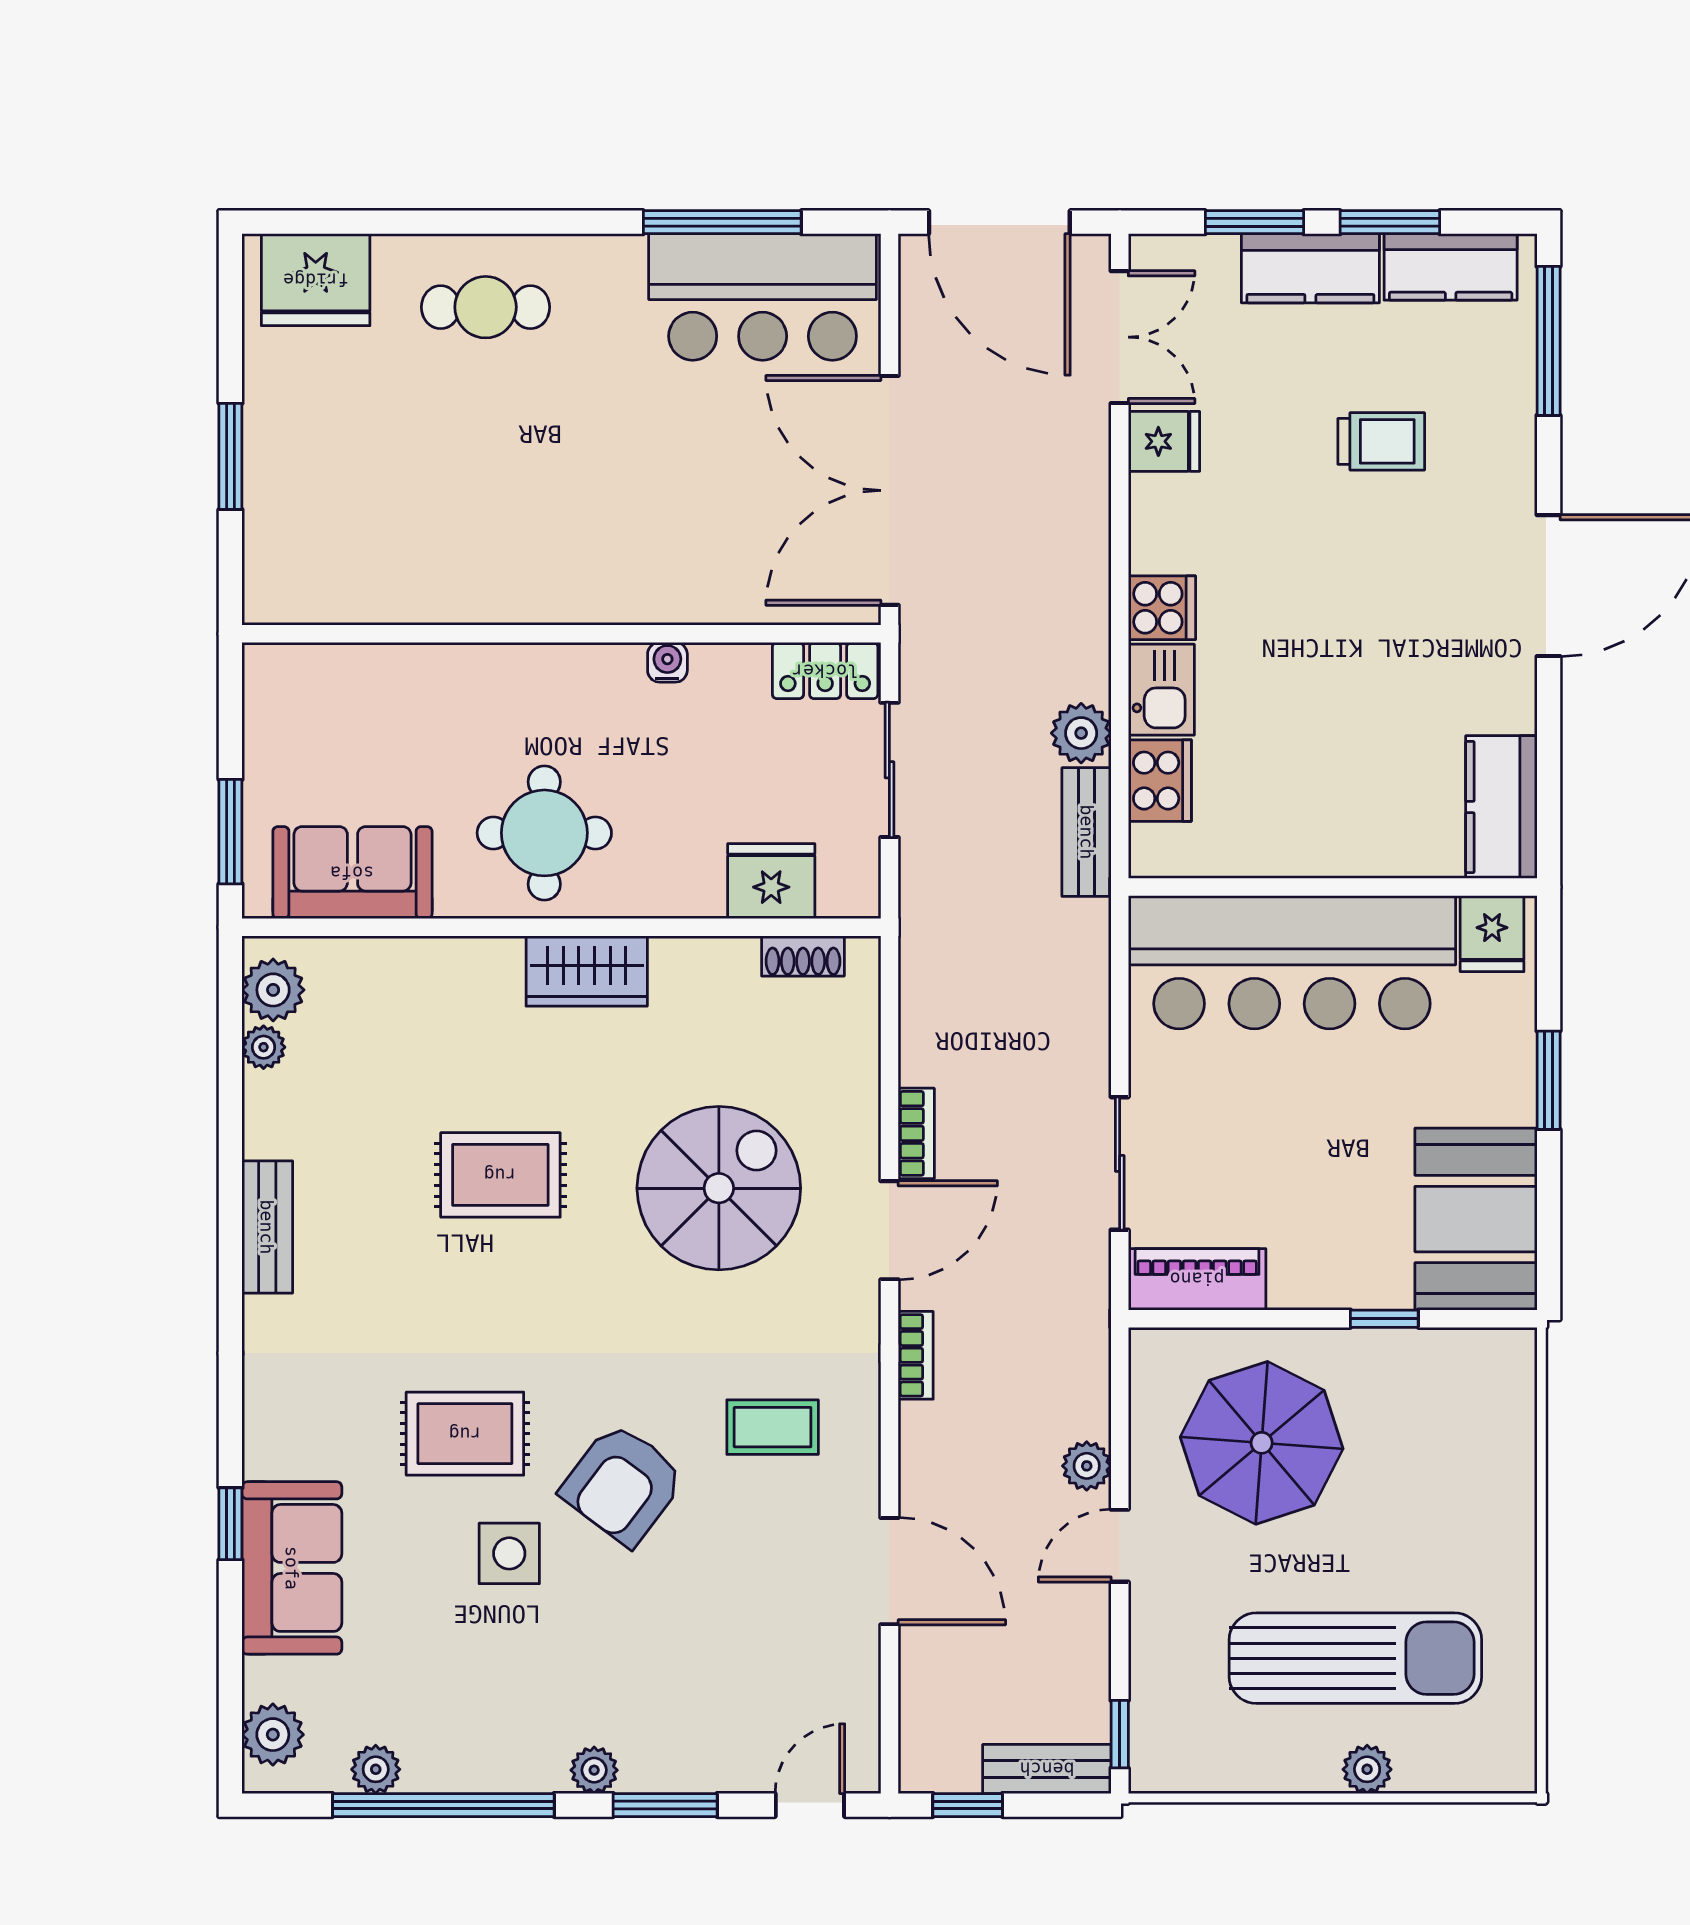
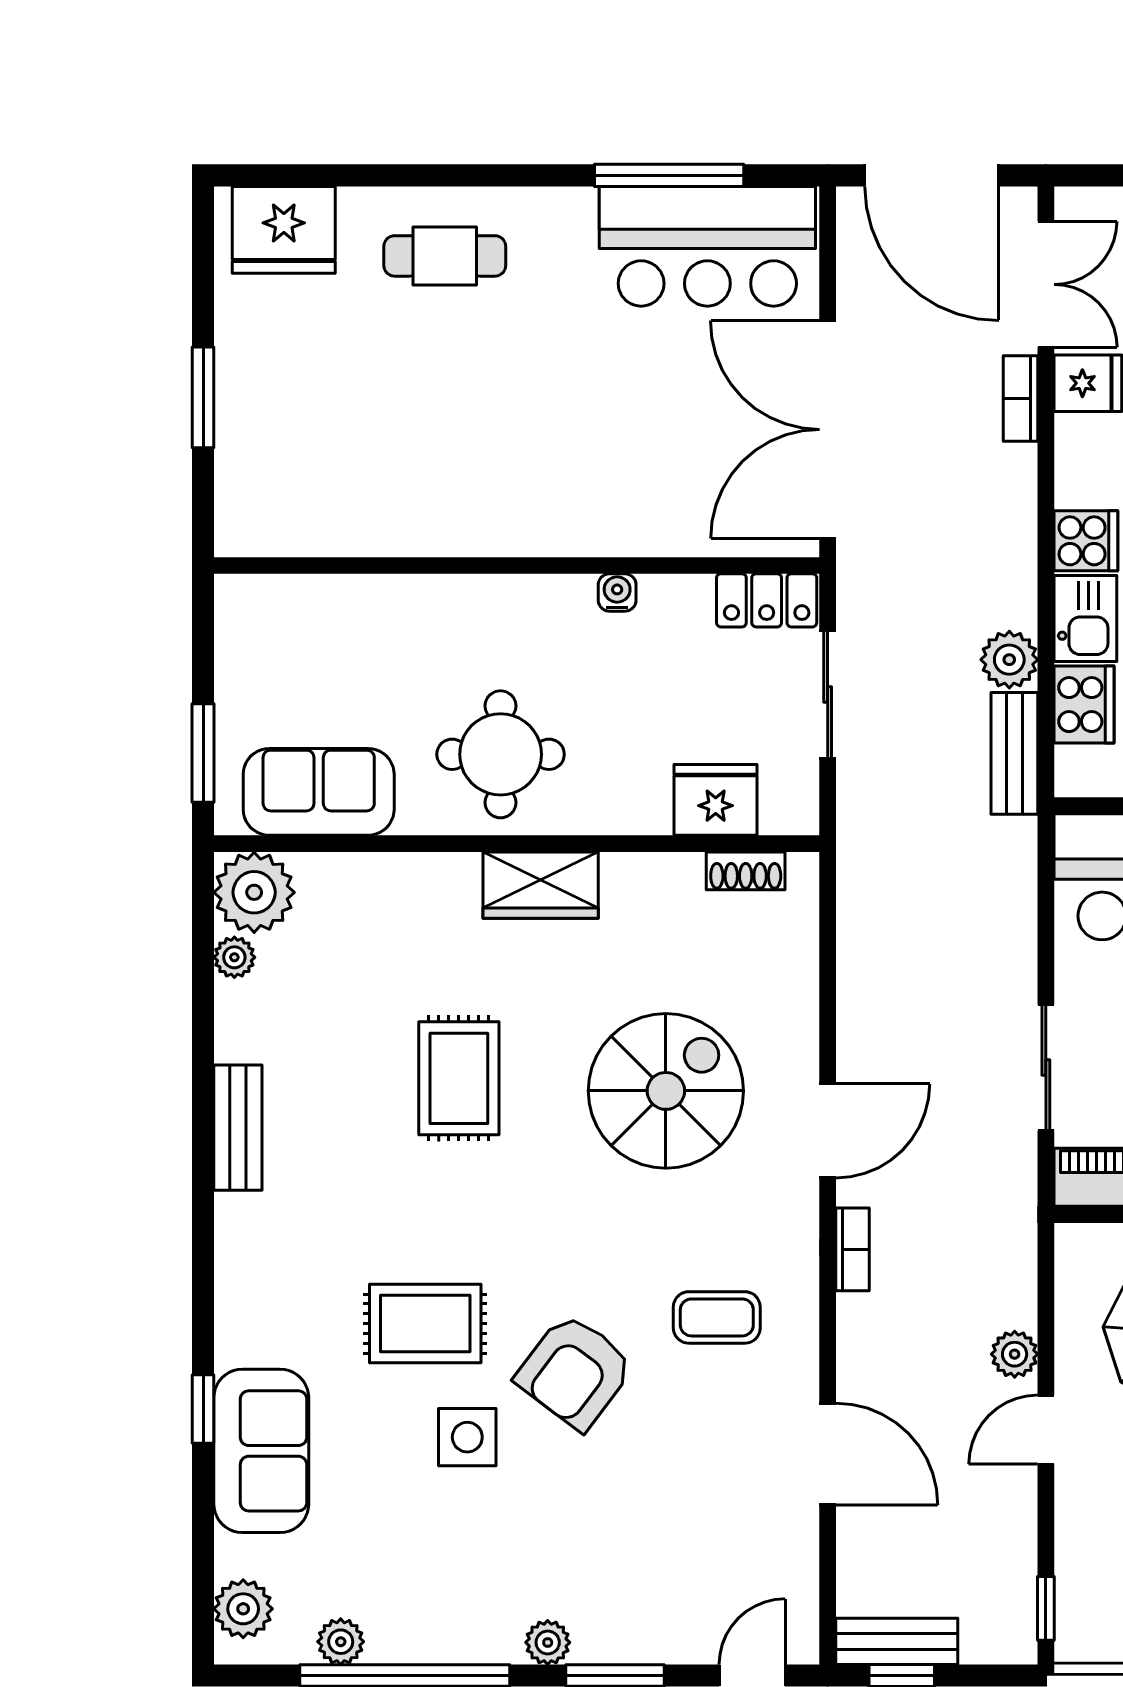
plant: (273, 990) -> (254, 892), width x1.36, depth x1.36
bookcase: (916, 1133) -> (1021, 398), moved, turned 180
rug: (500, 1175) -> (459, 1078), turned 90
bench: (1047, 1769) -> (897, 1641), moved

